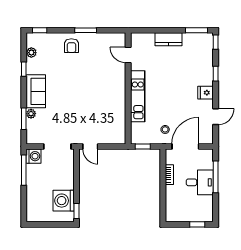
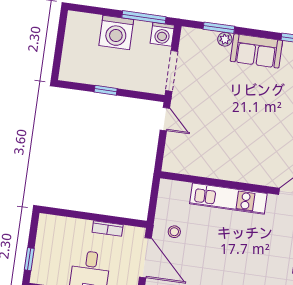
door: (90, 146) -> (165, 119), swing flipped
window: (143, 146) -> (154, 195), removed
washing machine: (64, 201) -> (116, 32), moved, turned 180
window: (77, 211) -> (106, 90), moved

